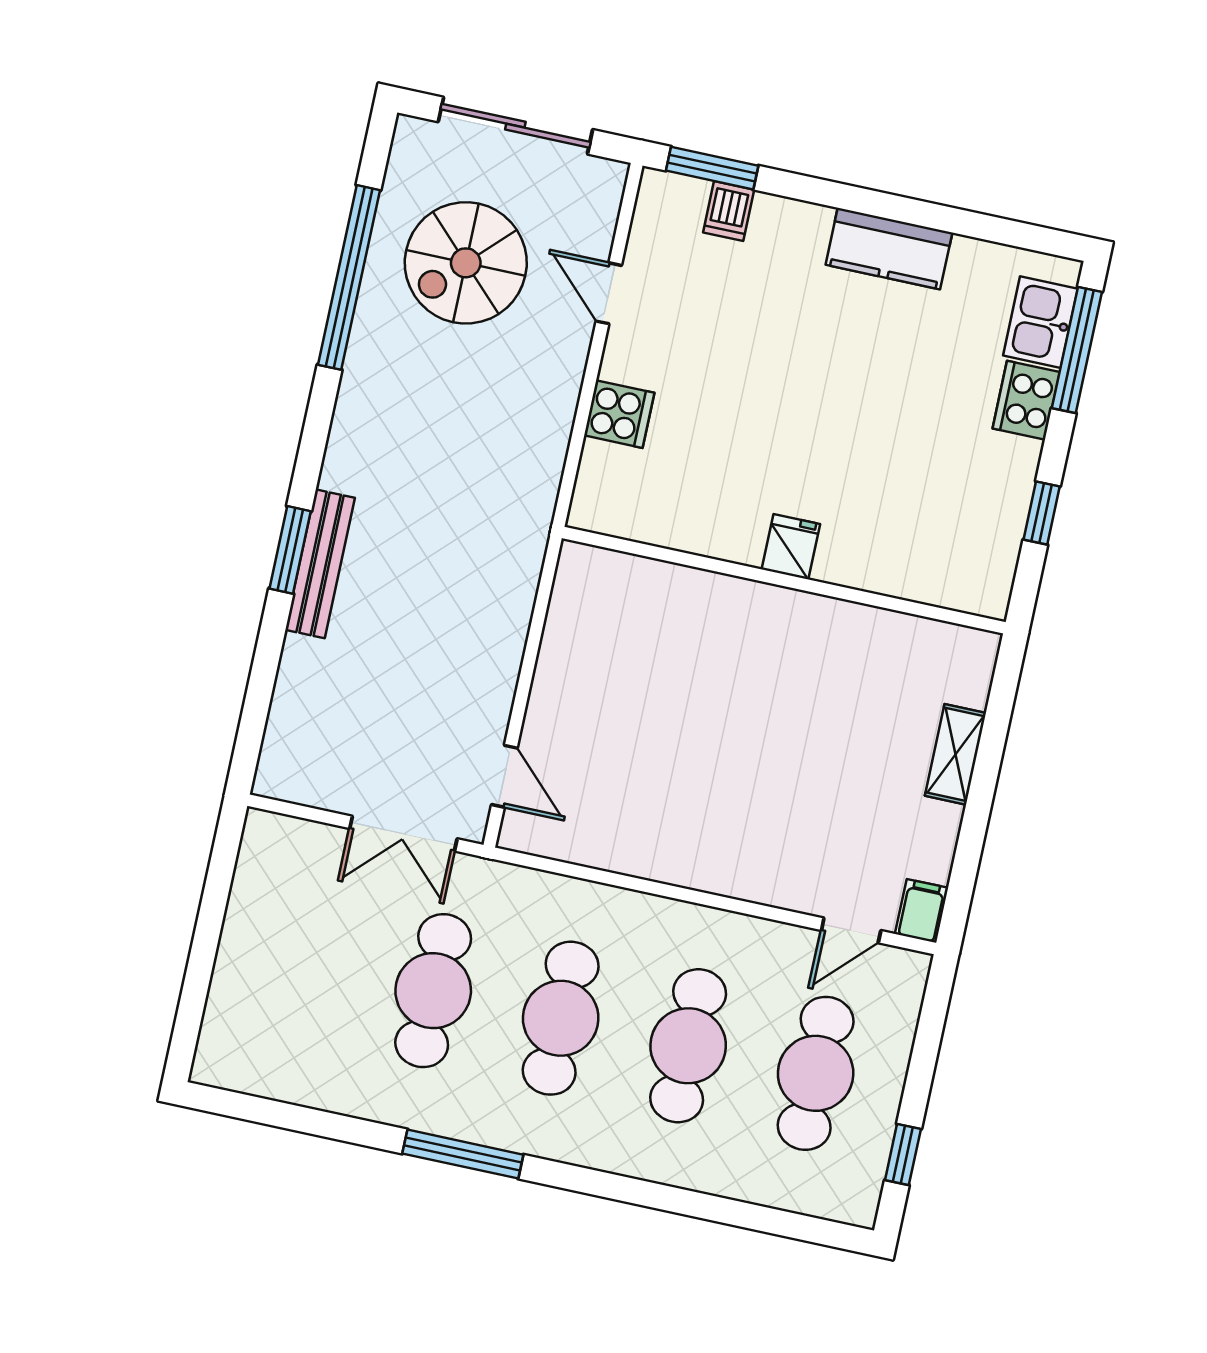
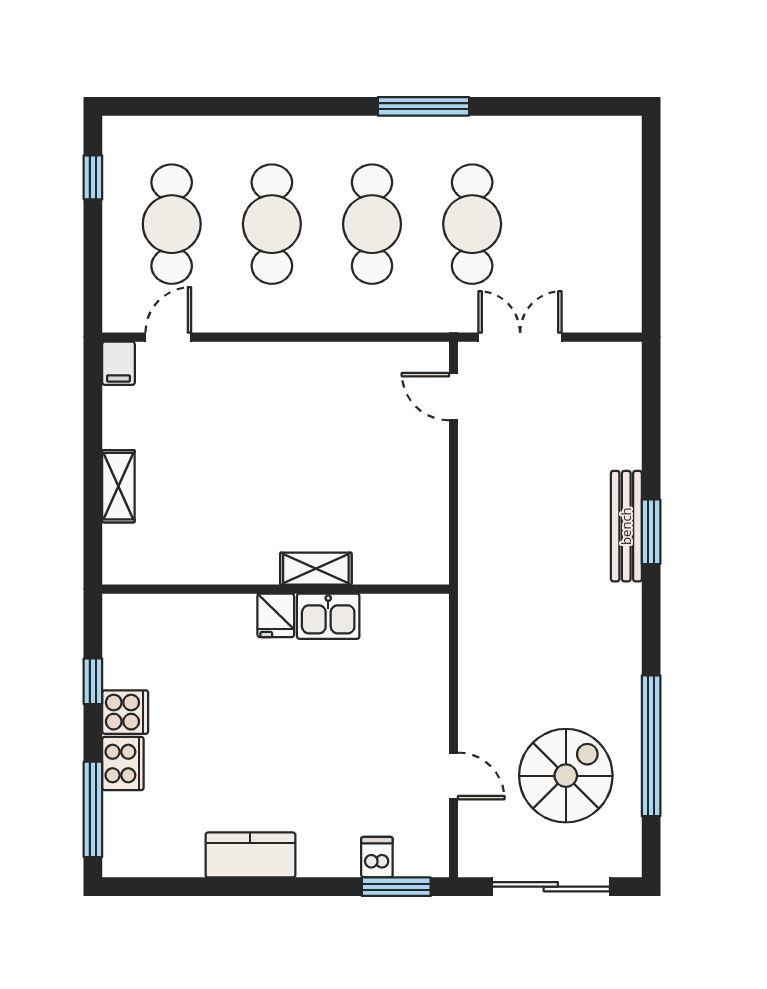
kitchen sink: (1040, 322) -> (328, 616), moved, turned 90
cooker: (619, 414) -> (125, 712), moved, turned 180
shelving: (727, 595) -> (316, 569), added

